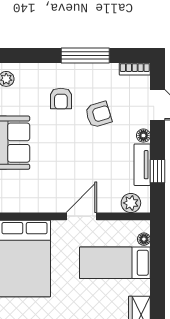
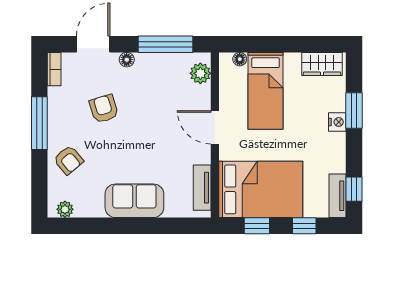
armchair: (61, 99) -> (69, 160), moved, turned 50
tv unit: (142, 165) -> (202, 188), moved, turned 90
window: (158, 171) -> (166, 44), width x2.17

